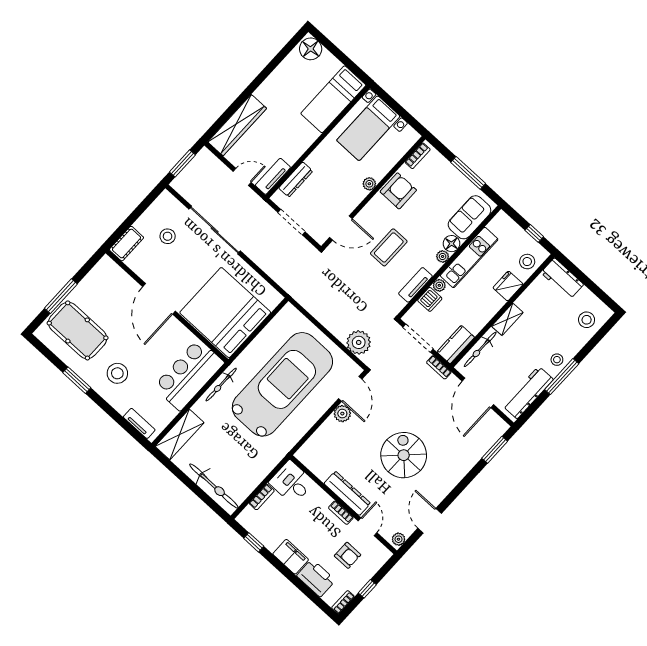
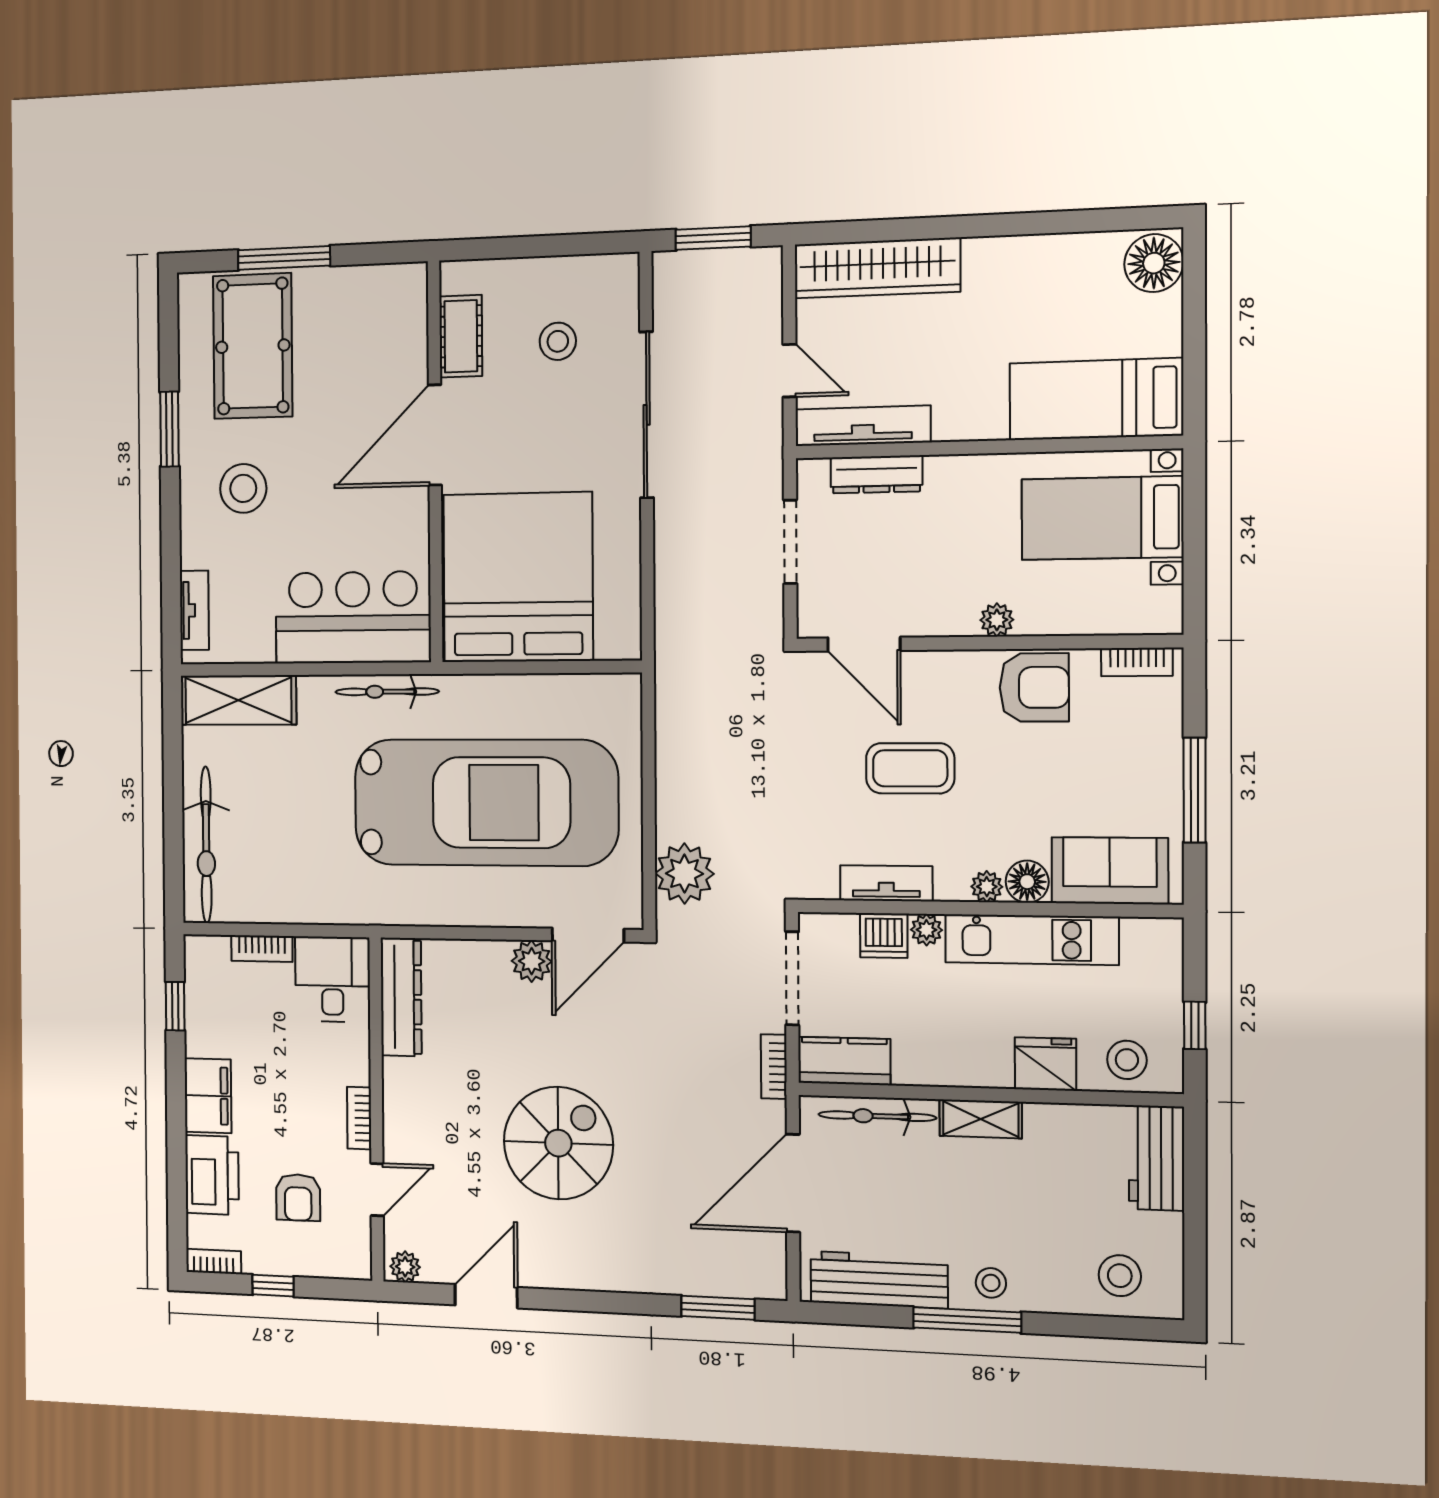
tv unit: (273, 176) -> (863, 426), width x1.41
cot: (126, 244) -> (461, 336), moved, turned 90
dresser: (347, 493) -> (401, 997), moved

